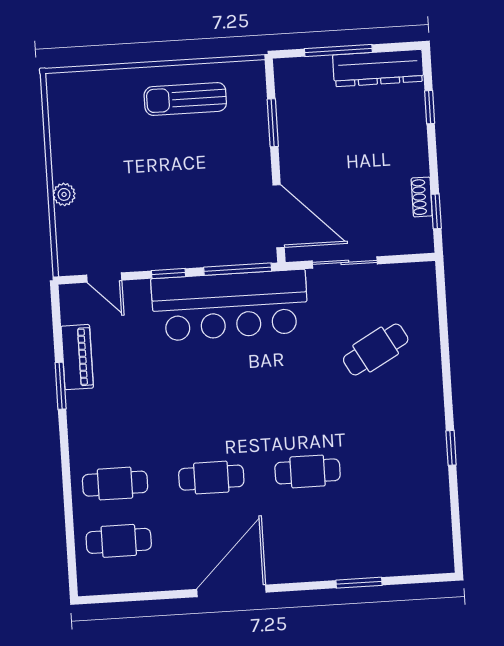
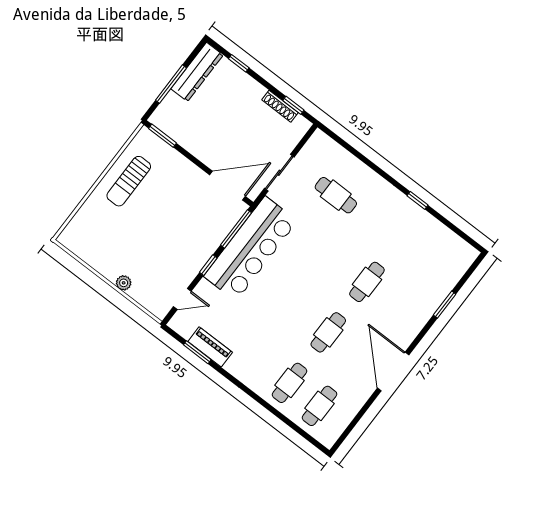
window: (273, 123) -> (162, 136), moved
shoe rack: (422, 197) -> (280, 106), width x1.43
cafe table: (376, 350) -> (336, 195), turned -61
window: (61, 386) -> (197, 352), moved

